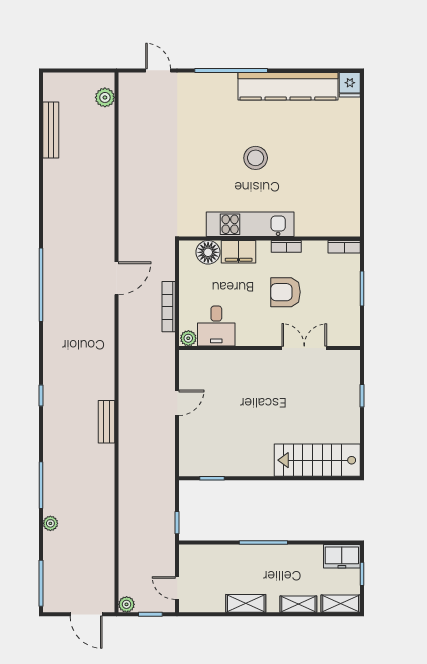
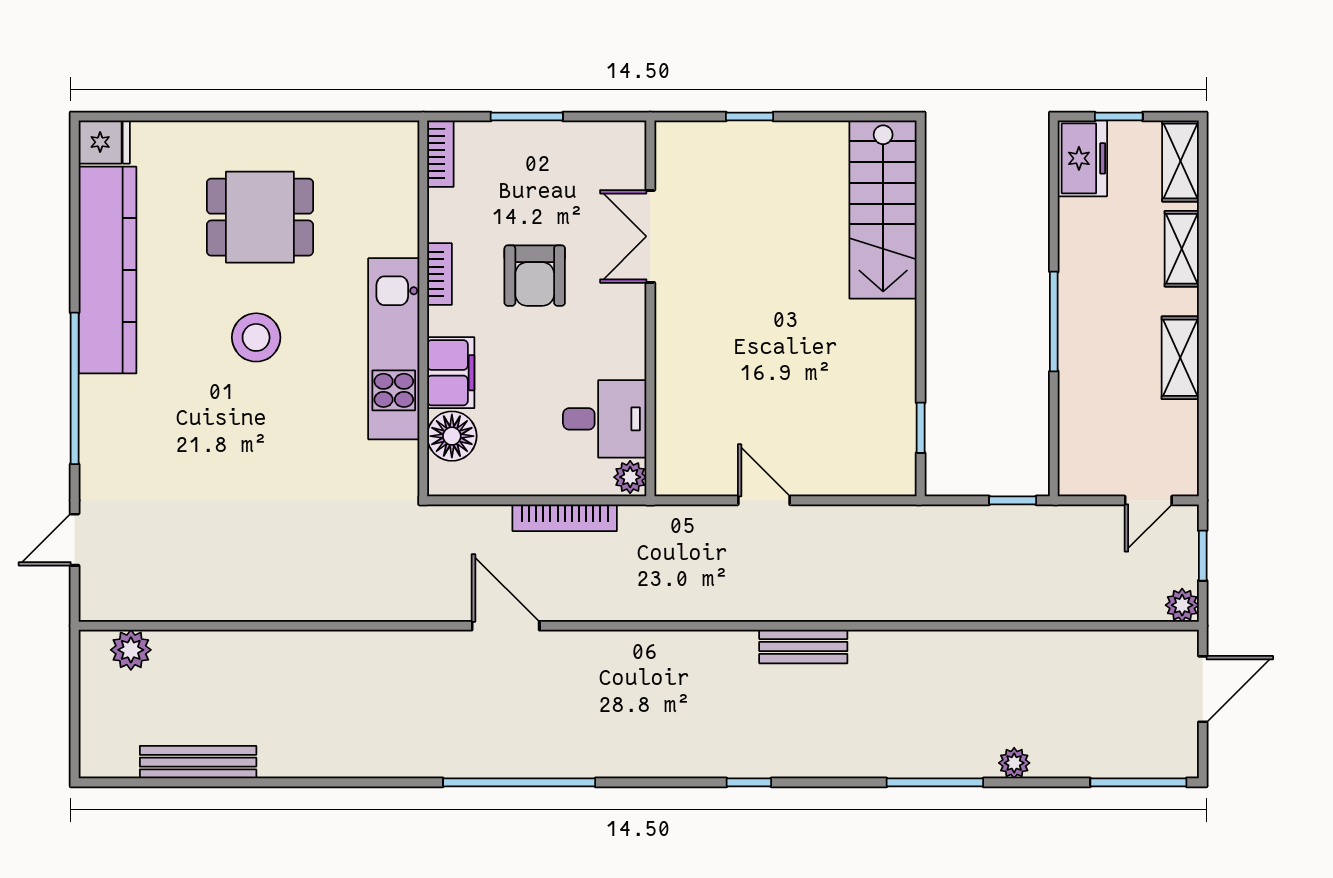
dining table: (314, 160) -> (260, 217), added

